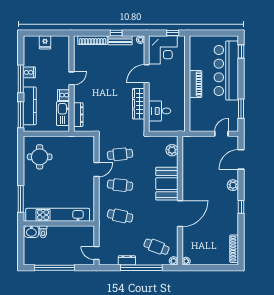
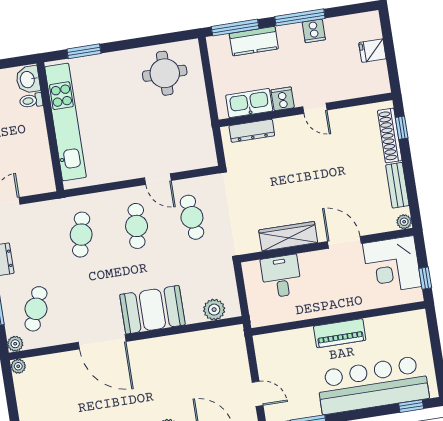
window: (116, 33) -> (402, 128), moved
kitchen counter: (30, 106) -> (254, 41), width x0.67
window: (21, 199) -> (84, 51), width x0.69

